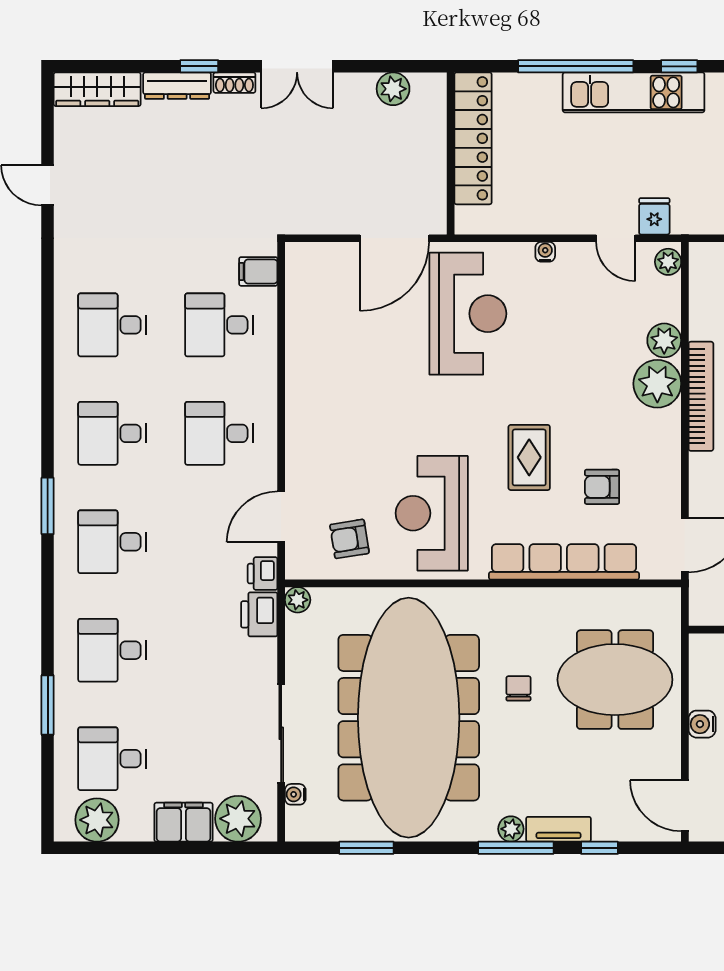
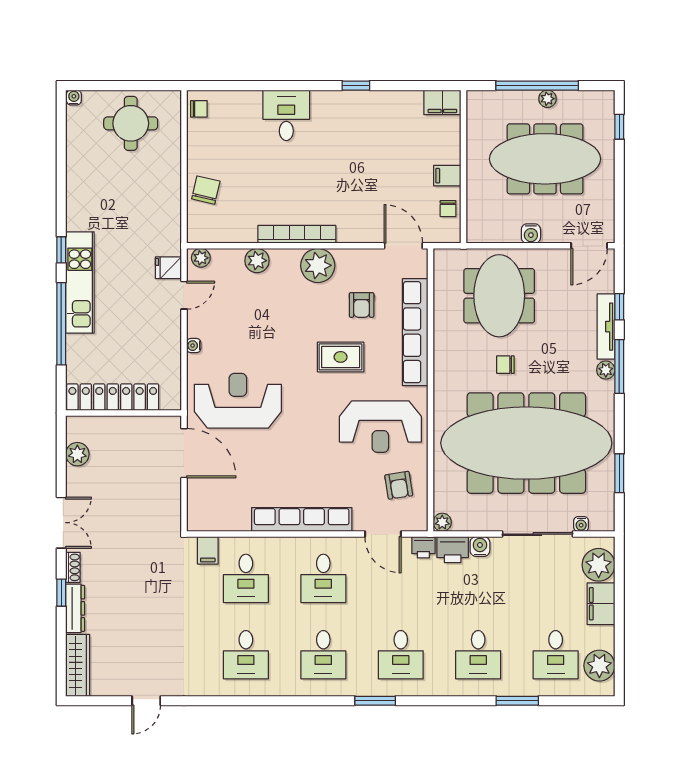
plant: (657, 384) -> (318, 265), moved
row of seats: (302, 403) -> (302, 520), added
water cooler: (264, 653) -> (480, 547), added
tv unit: (559, 829) -> (606, 327), width x1.41

